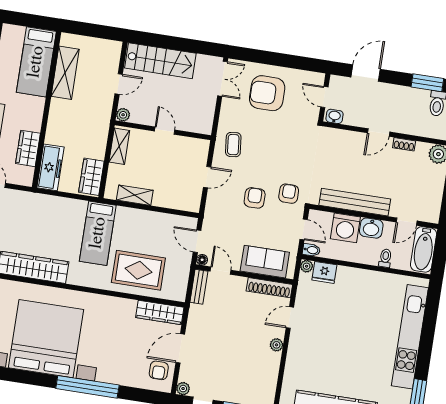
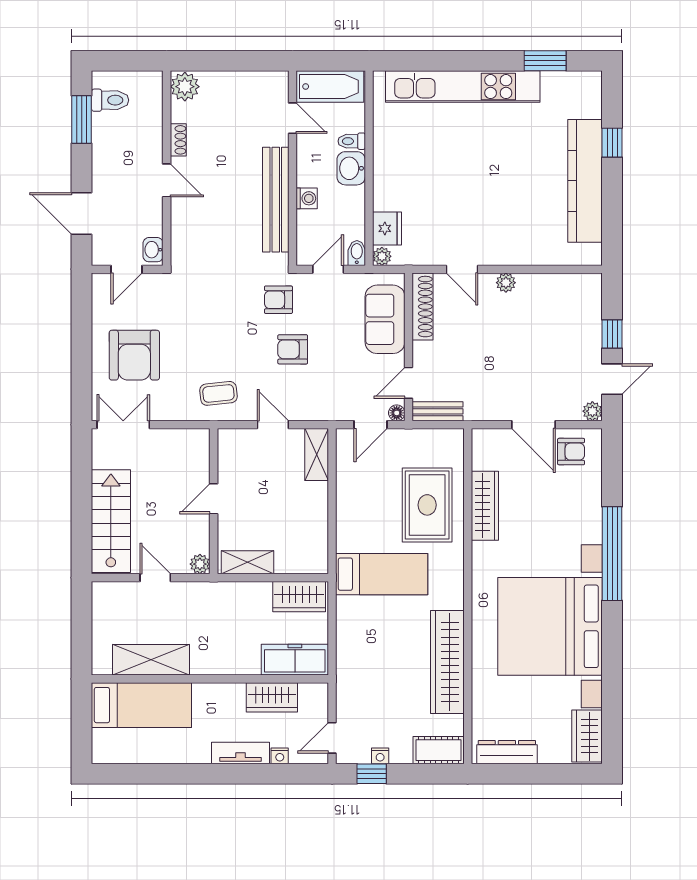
shelving: (135, 195) -> (317, 454), moved
washing machine: (345, 228) -> (307, 198), width x0.53, depth x0.53
washbasin: (371, 228) -> (351, 168), moved, turned 180
wardrobe: (160, 312) -> (485, 506), moved

